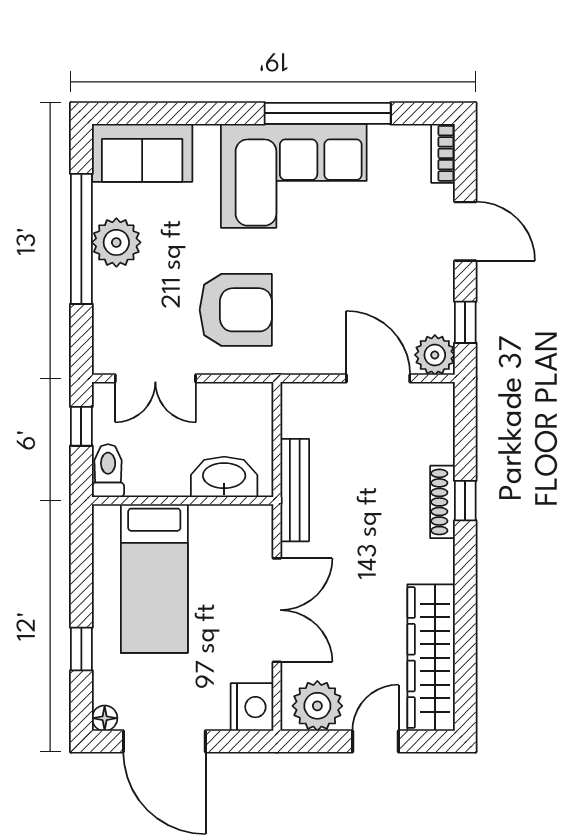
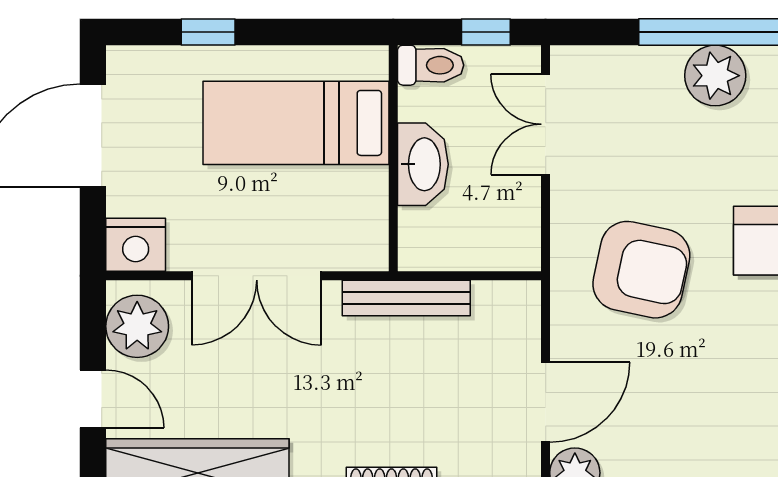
armchair: (236, 310) -> (641, 270), moved, turned -78
washbasin: (224, 477) -> (423, 164), moved
floor lamp: (105, 718) -> (122, 61), removed

